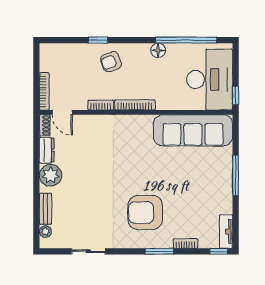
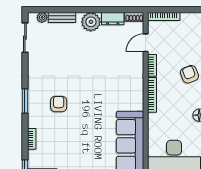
door: (62, 112) -> (146, 43), moved
armchair: (145, 213) -> (59, 104), width x0.53, depth x0.53
sliding door: (88, 251) -> (25, 38), moved
window: (159, 251) -> (25, 101), moved

